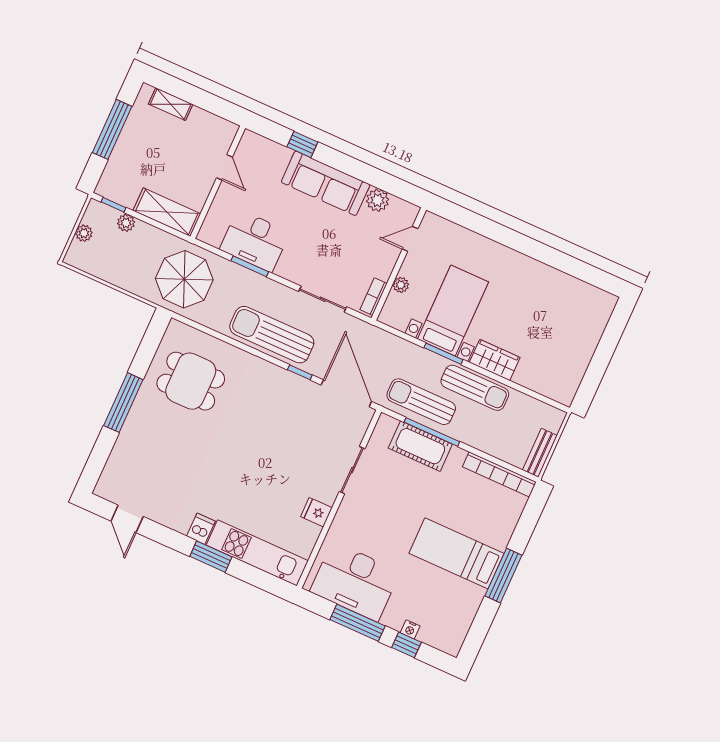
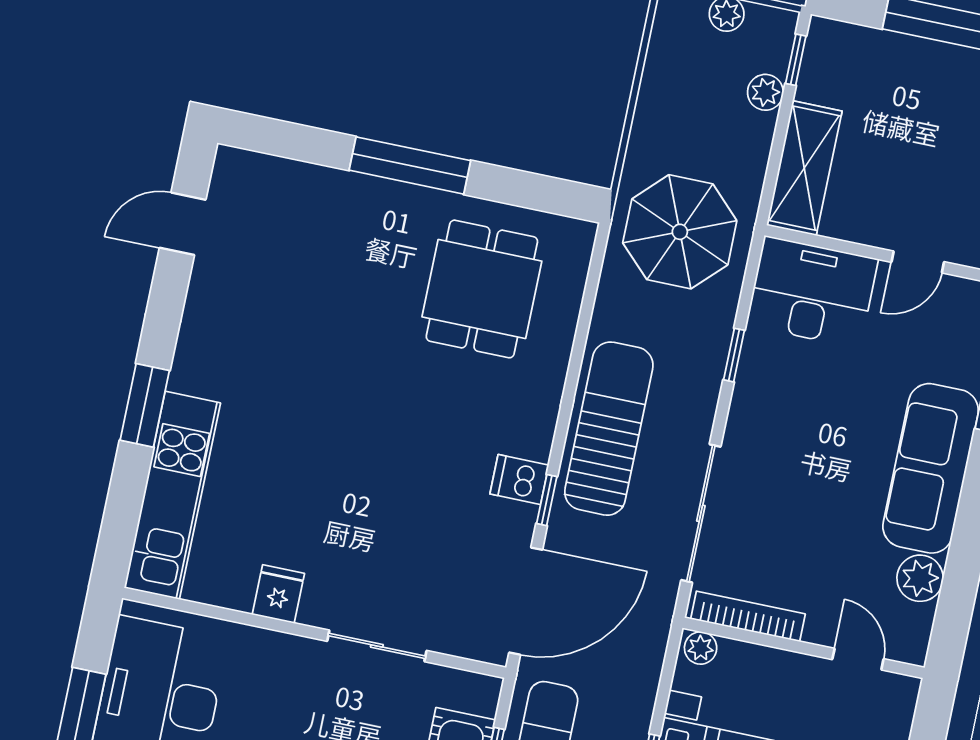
desk: (255, 241) -> (812, 292), moved, turned 90
window: (250, 266) -> (734, 355), width x0.67
plant: (401, 285) -> (701, 648), moved
bookcase: (374, 297) -> (748, 616), width x1.56
sliding door: (323, 299) -> (701, 513), width x1.37
dishwasher: (201, 529) -> (519, 479), moved, turned 180

